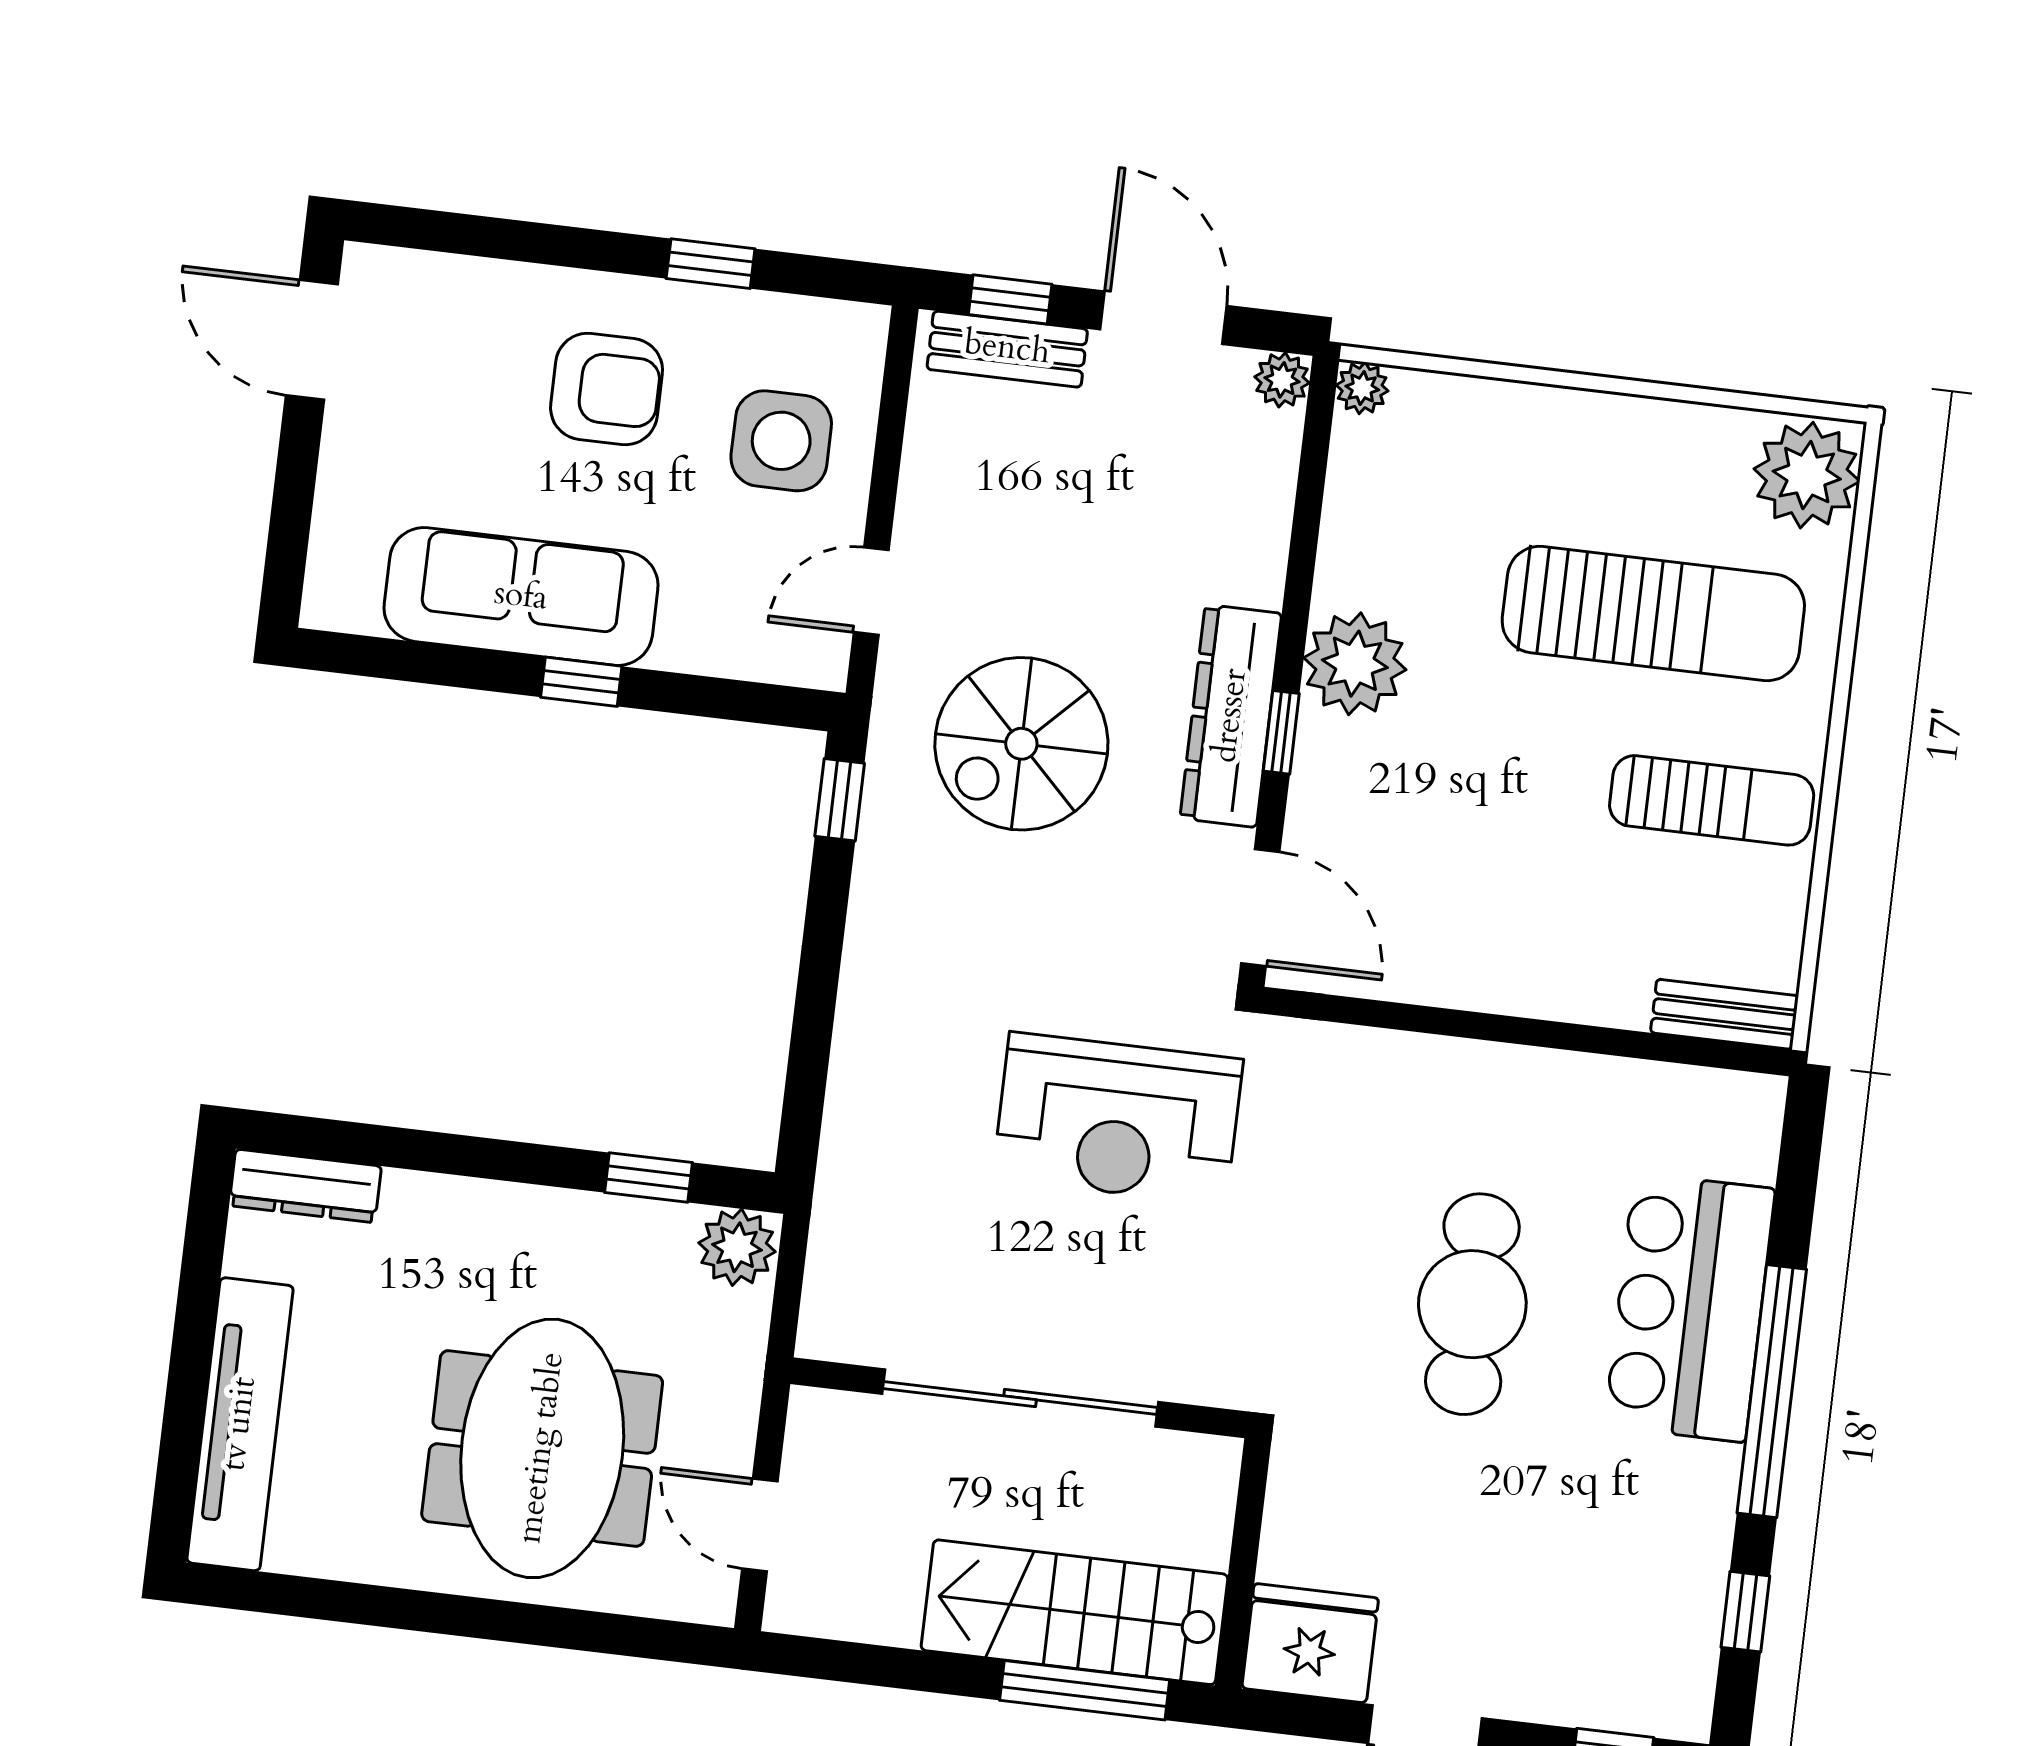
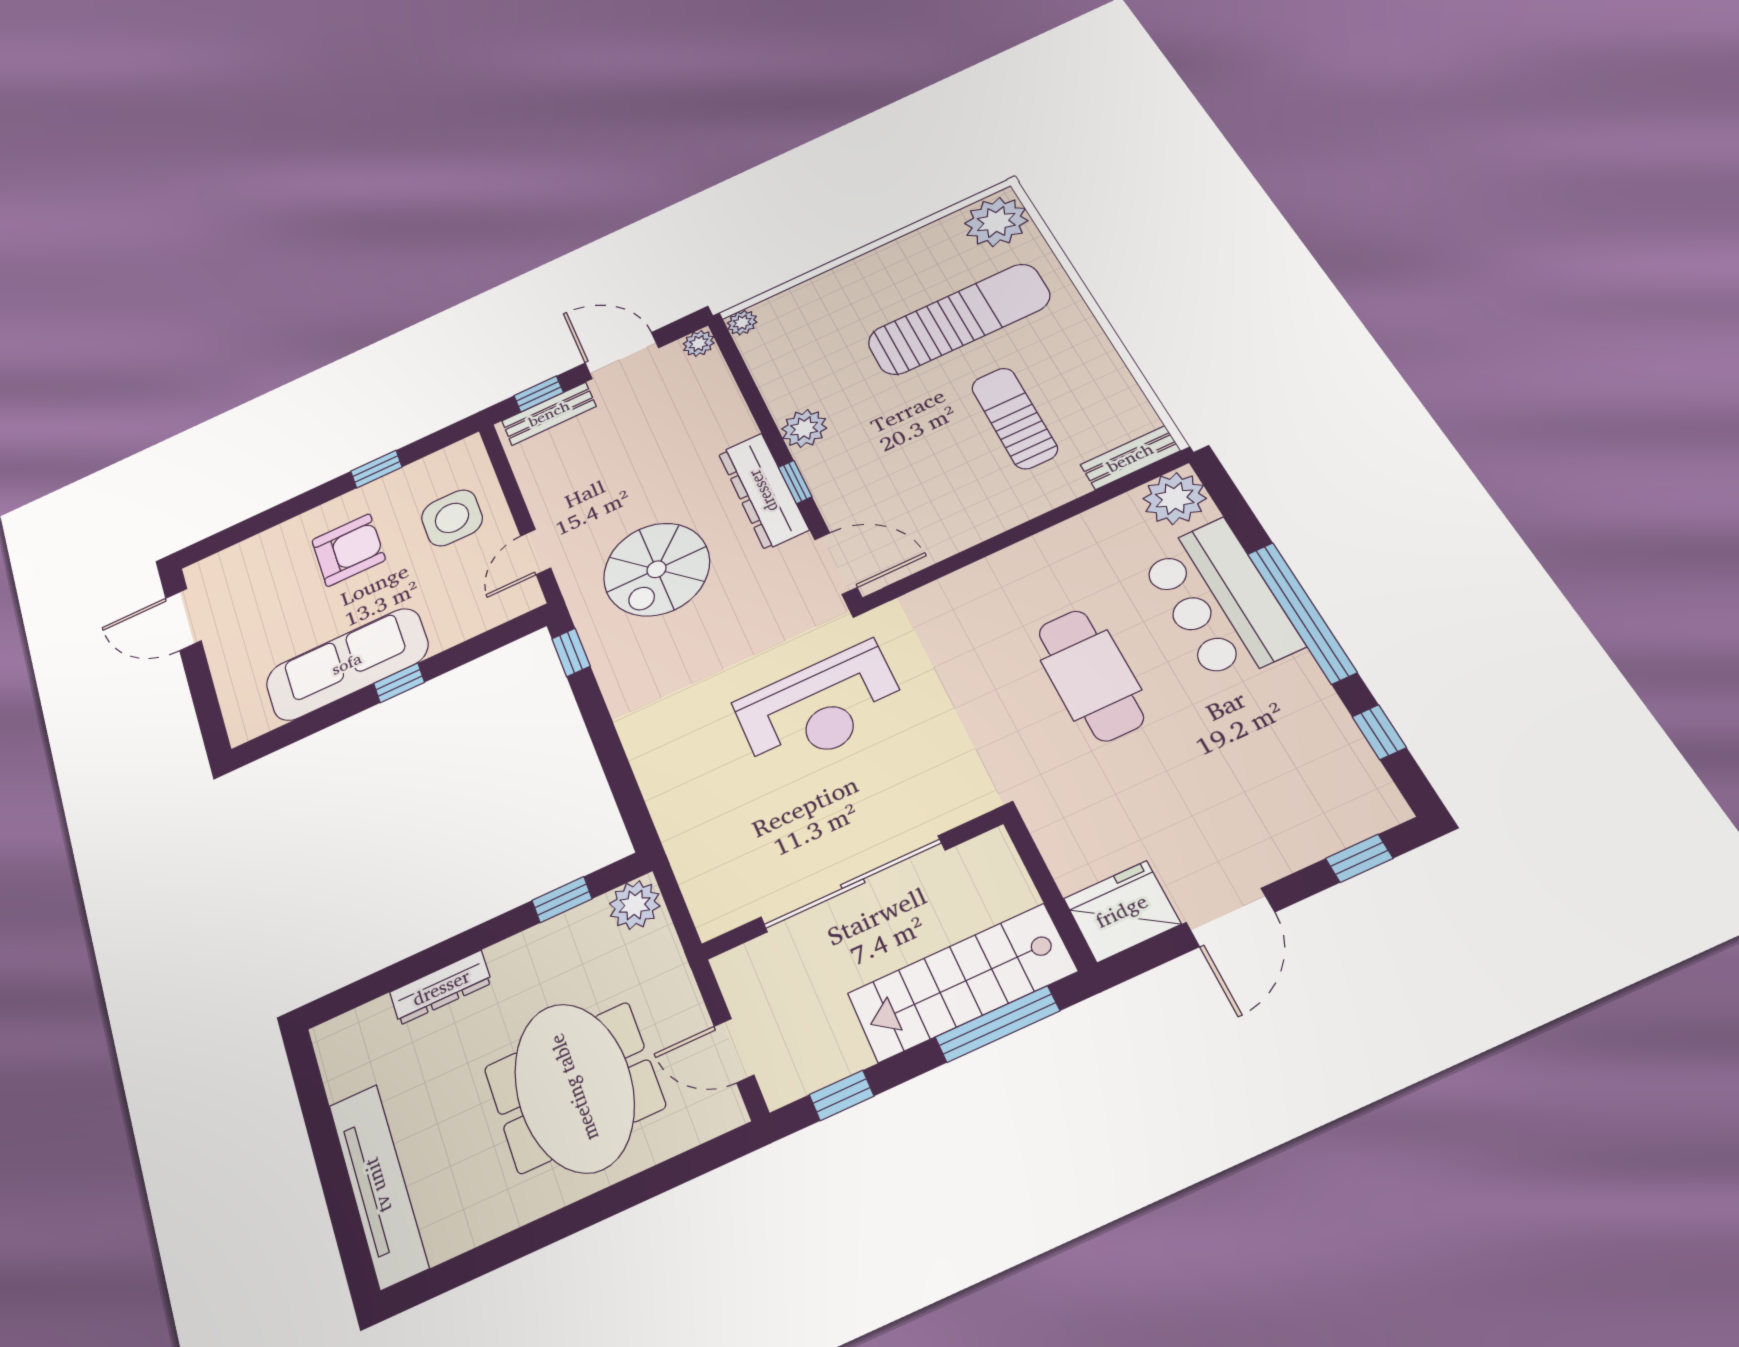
plant: (1355, 664) -> (804, 428), width x0.73, depth x0.73
sun lounger: (1712, 800) -> (1014, 418), moved, turned -90
plant: (1736, 1118) -> (1175, 498), added
dresser: (305, 1186) -> (441, 988), moved
window: (856, 1663) -> (842, 1095), added

